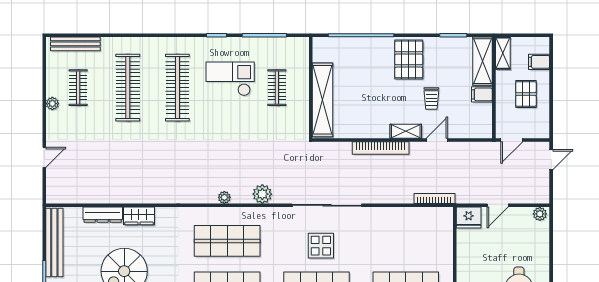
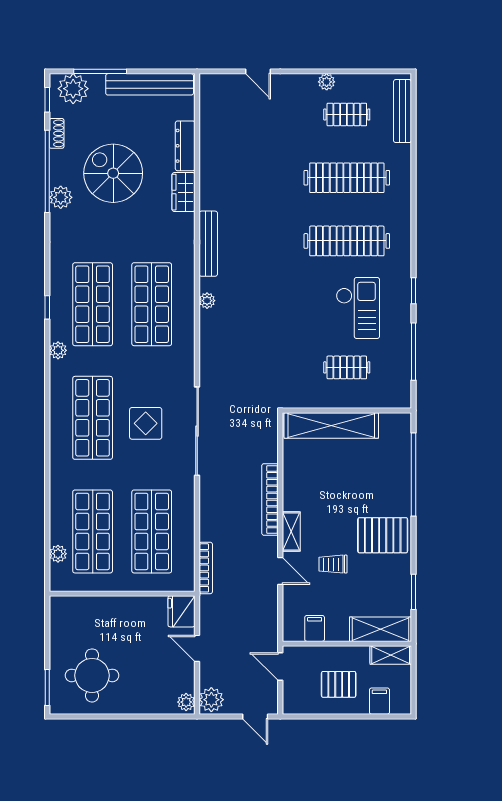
filing cabinet: (482, 94) -> (315, 628), moved
plant: (262, 194) -> (211, 700), moved
bench: (180, 196) -> (208, 244), added
shop shelf: (406, 241) -> (152, 531), added

